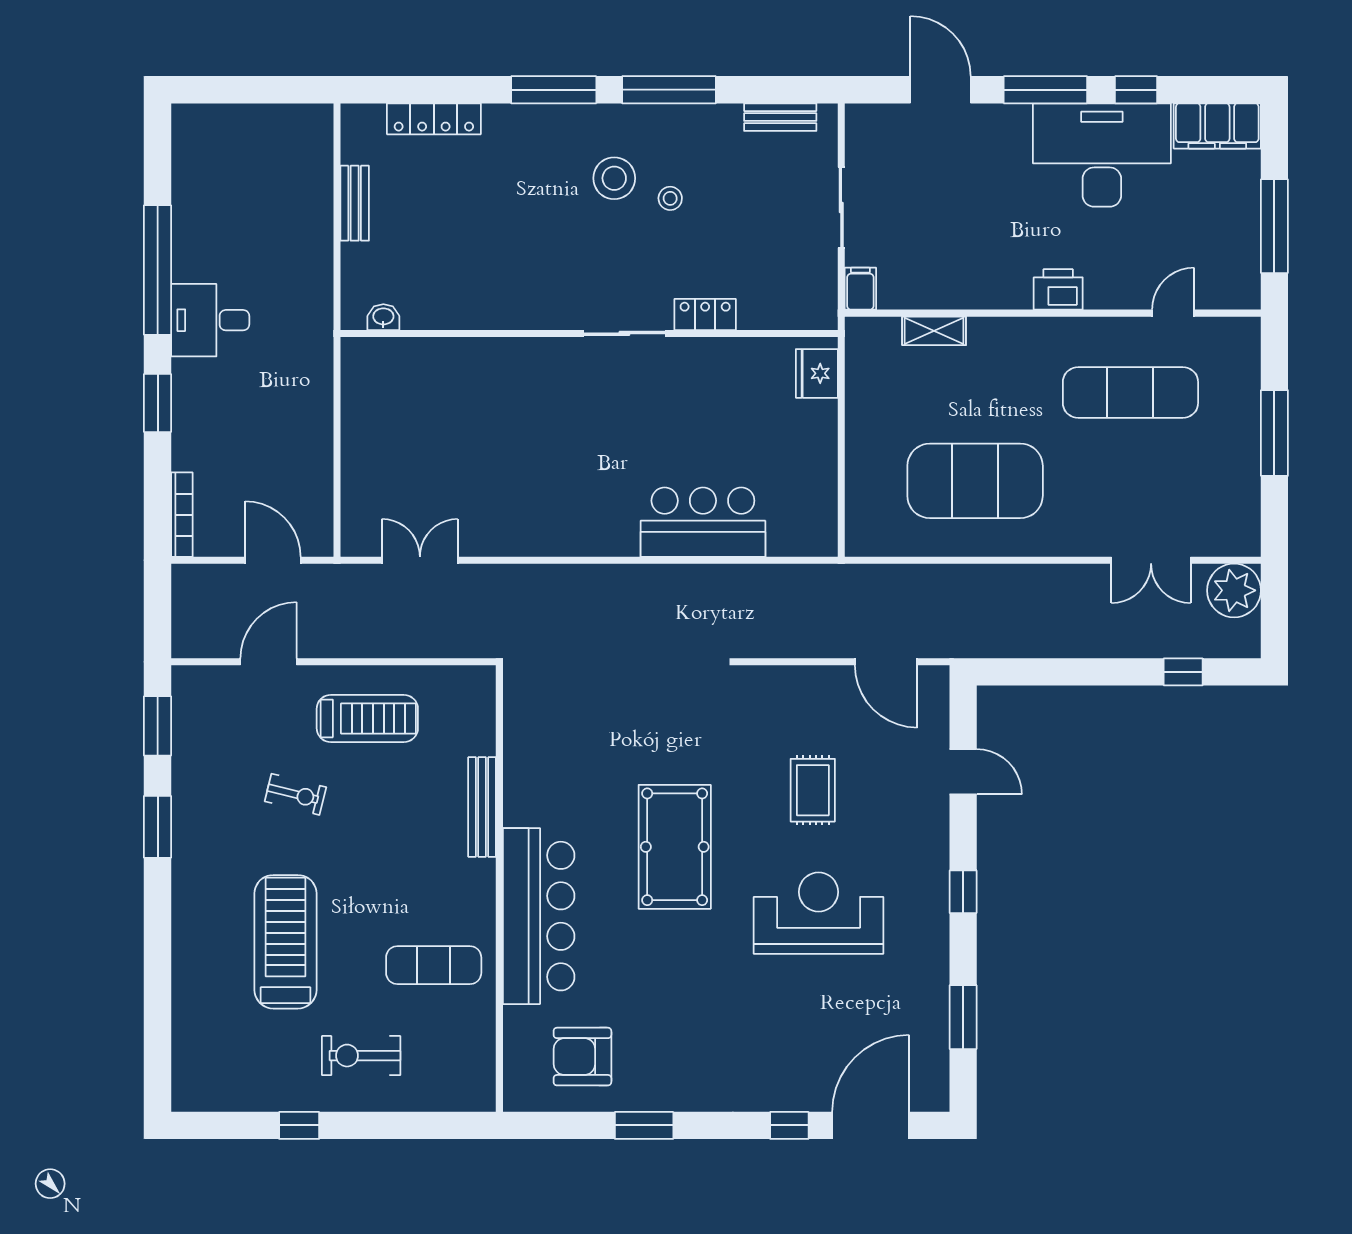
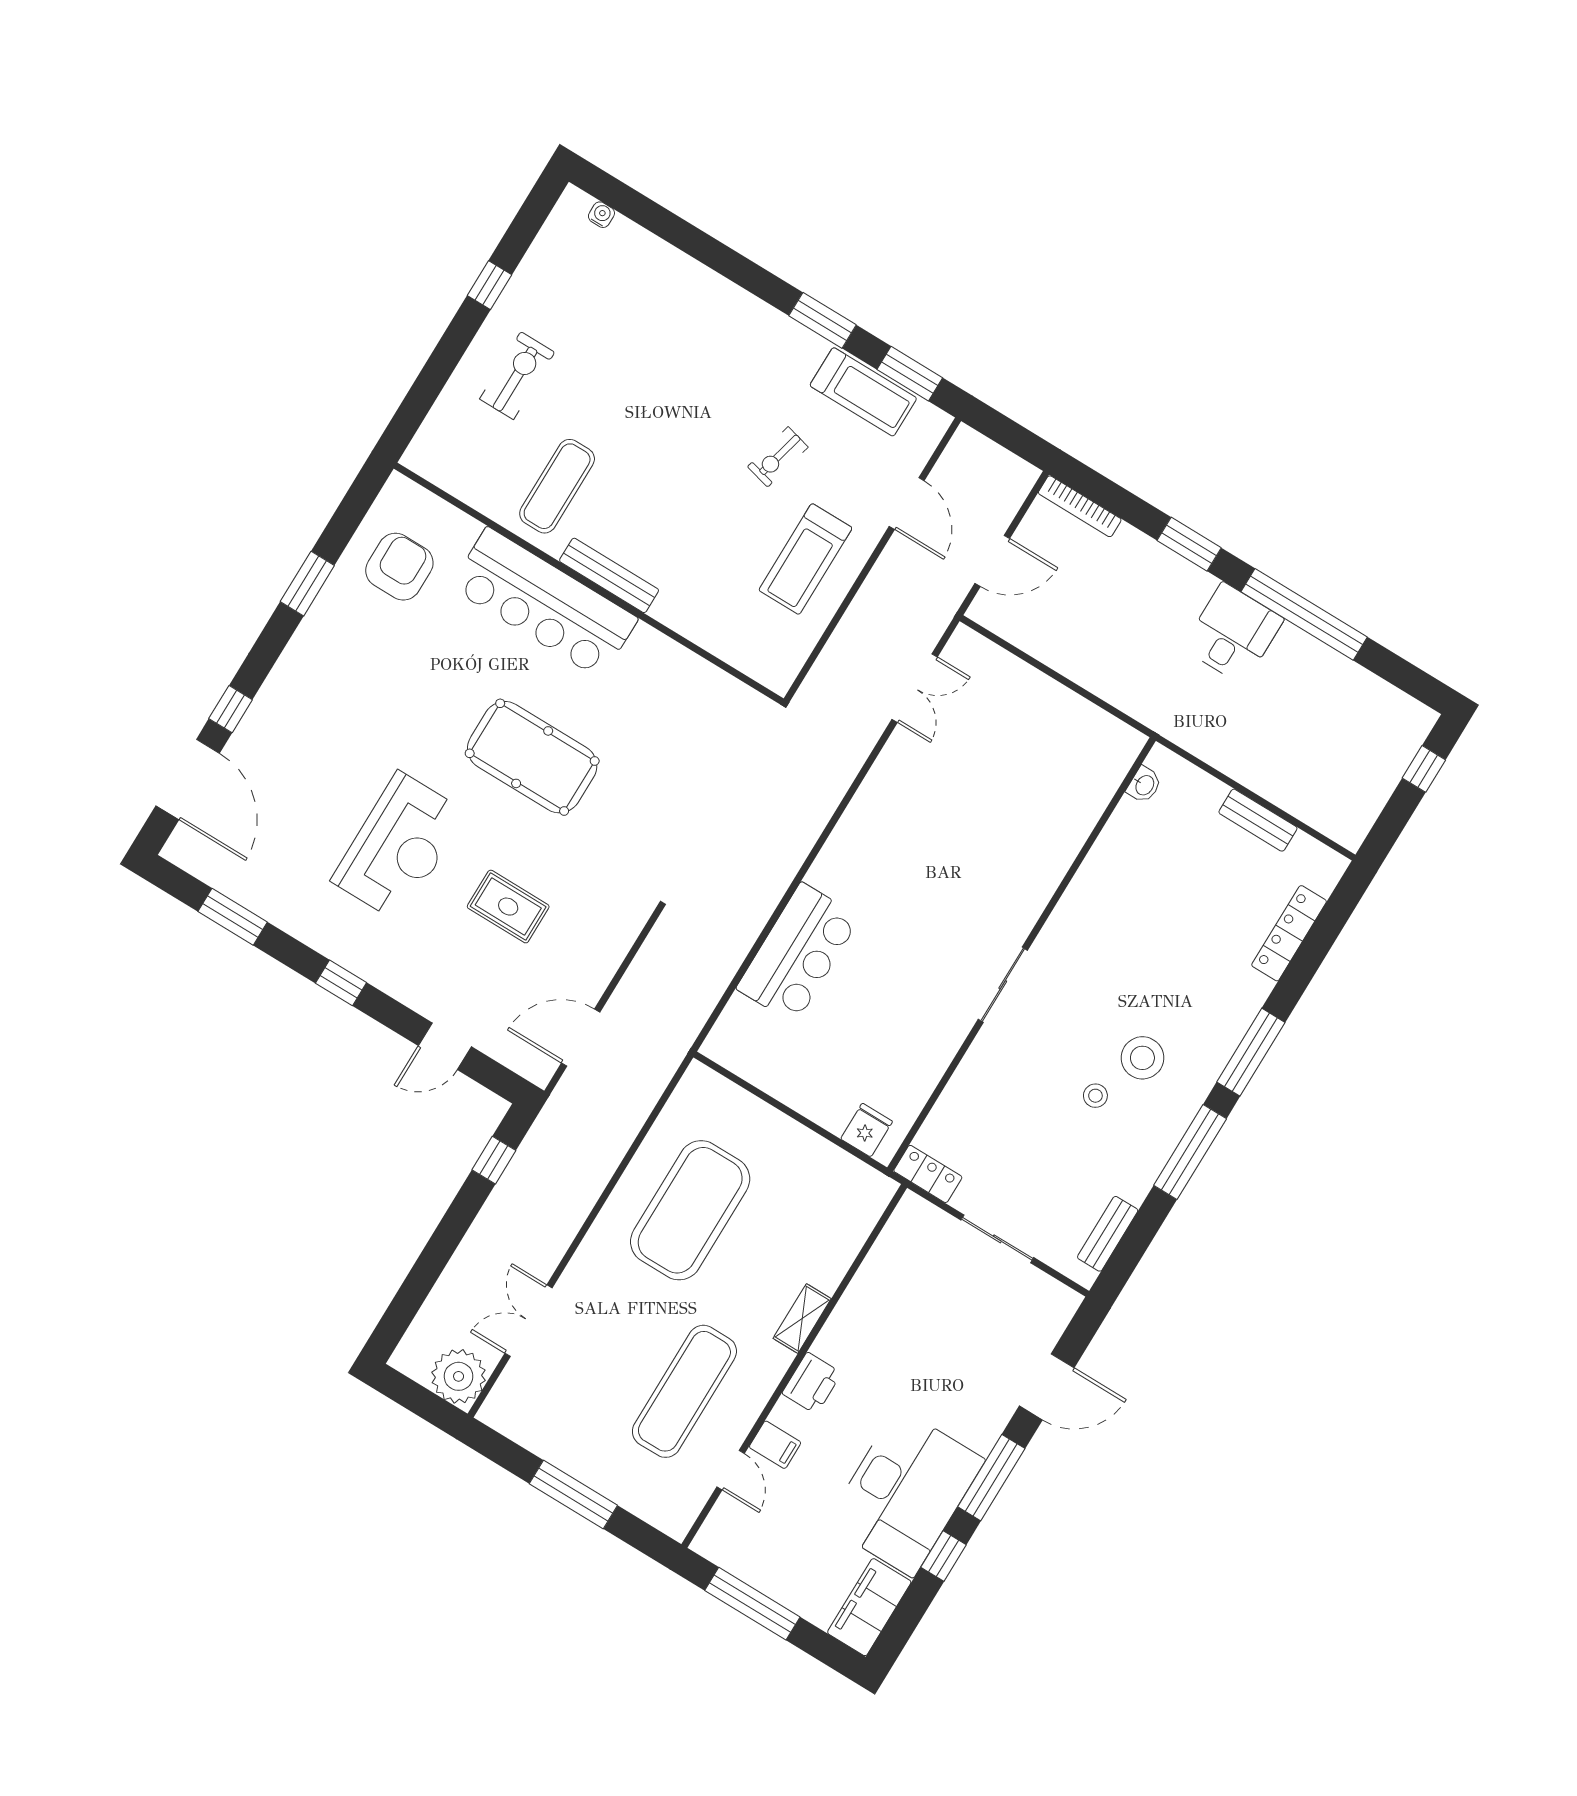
window: (226, 90) -> (1424, 769), added
filing cabinet: (860, 289) -> (775, 1445), moved
locker: (705, 314) -> (928, 1174), moved, turned -90
shelving: (934, 331) -> (802, 1319), moved
fridge: (817, 373) -> (867, 1130), width x0.72
window: (1183, 672) -> (494, 1160), moved
bench: (482, 807) -> (609, 575), moved
treadmill: (285, 942) -> (863, 392), moved, width x0.73, depth x0.73
water cooler: (182, 1067) -> (601, 215), added

